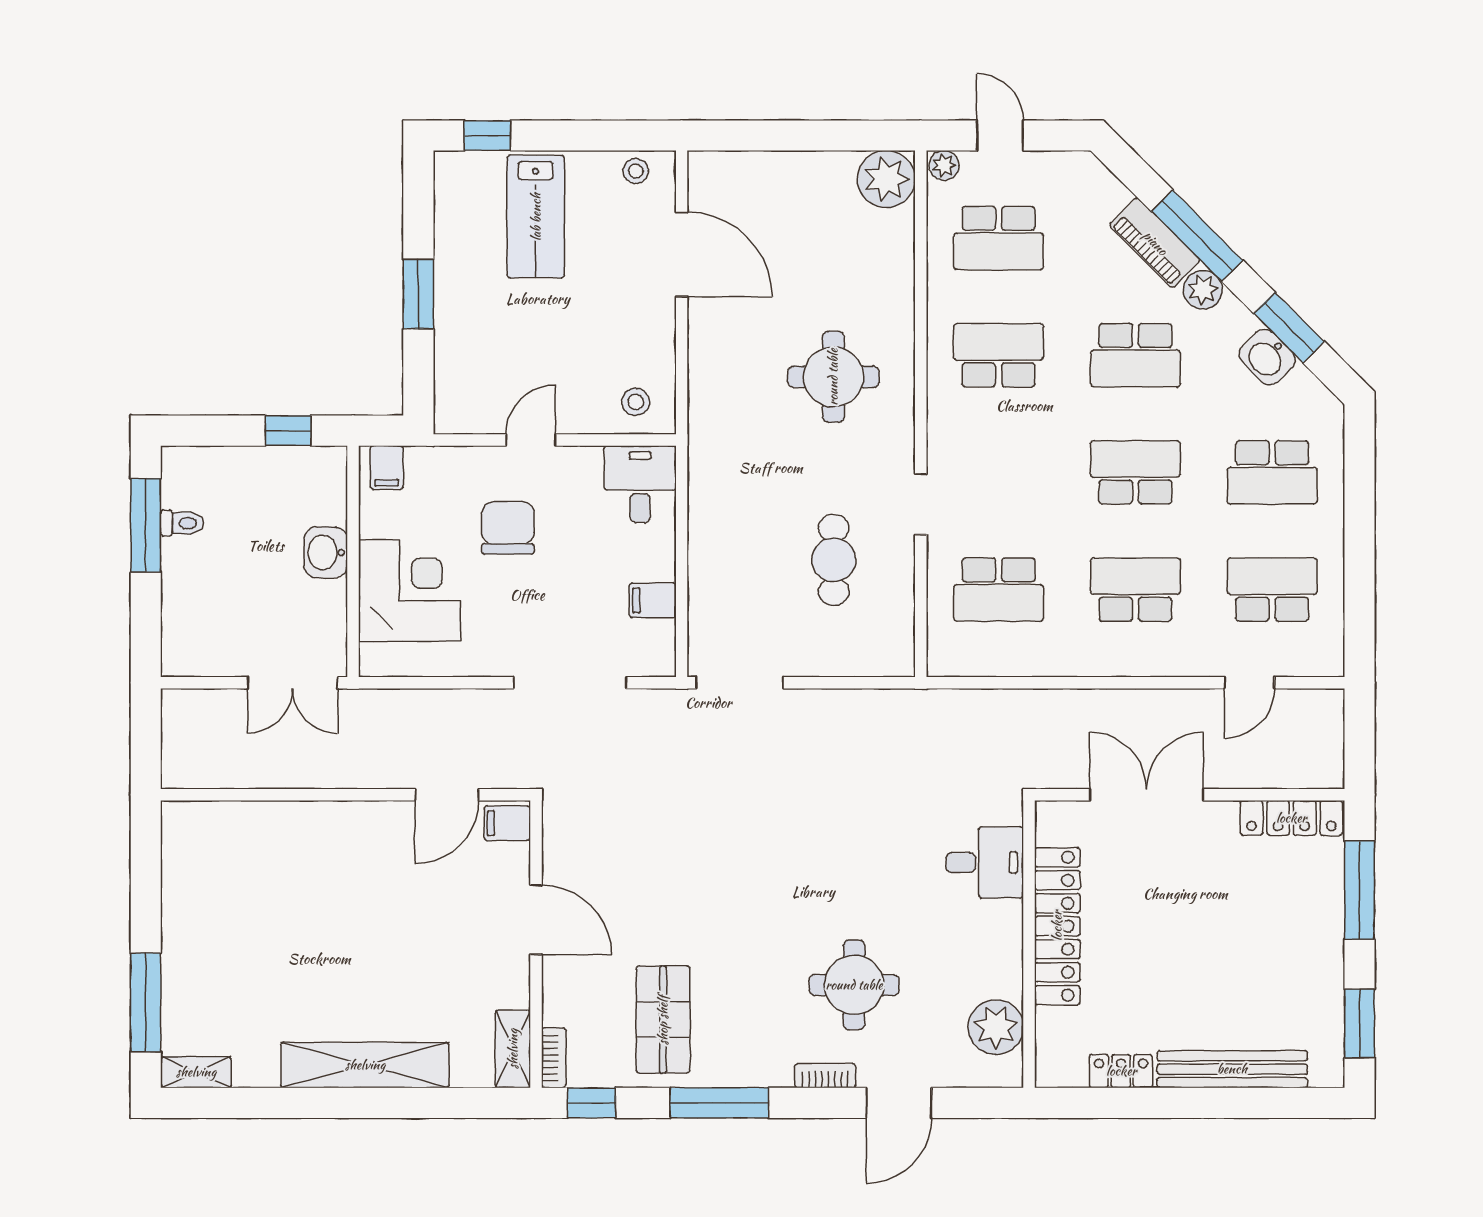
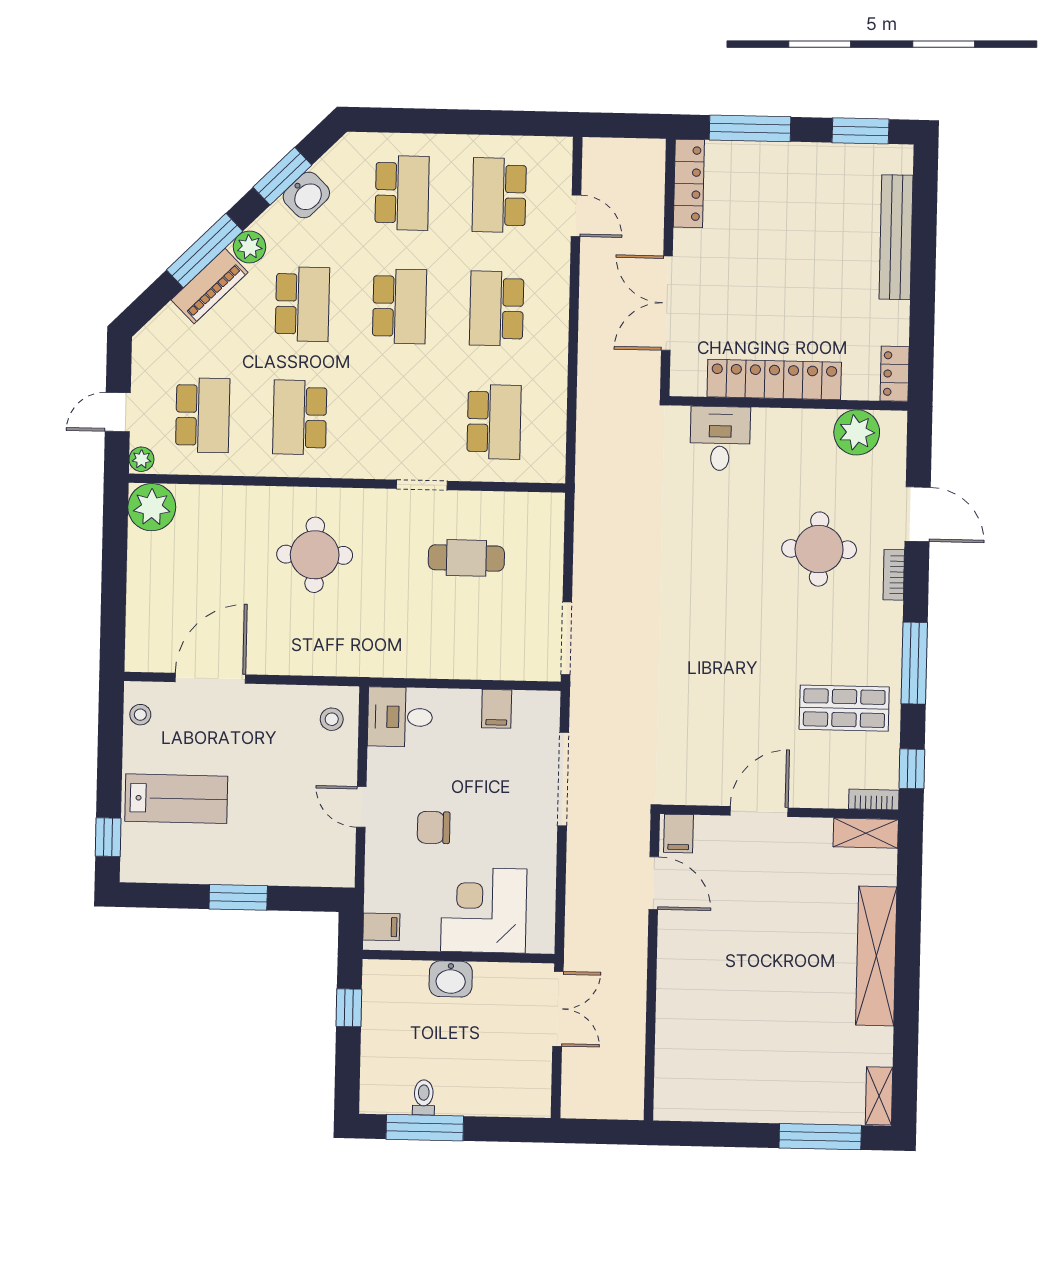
school desk: (1135, 472) -> (399, 306), turned 180
chair: (508, 528) -> (434, 827), width x0.73, depth x0.73
locker: (1121, 1071) -> (895, 374), moved

